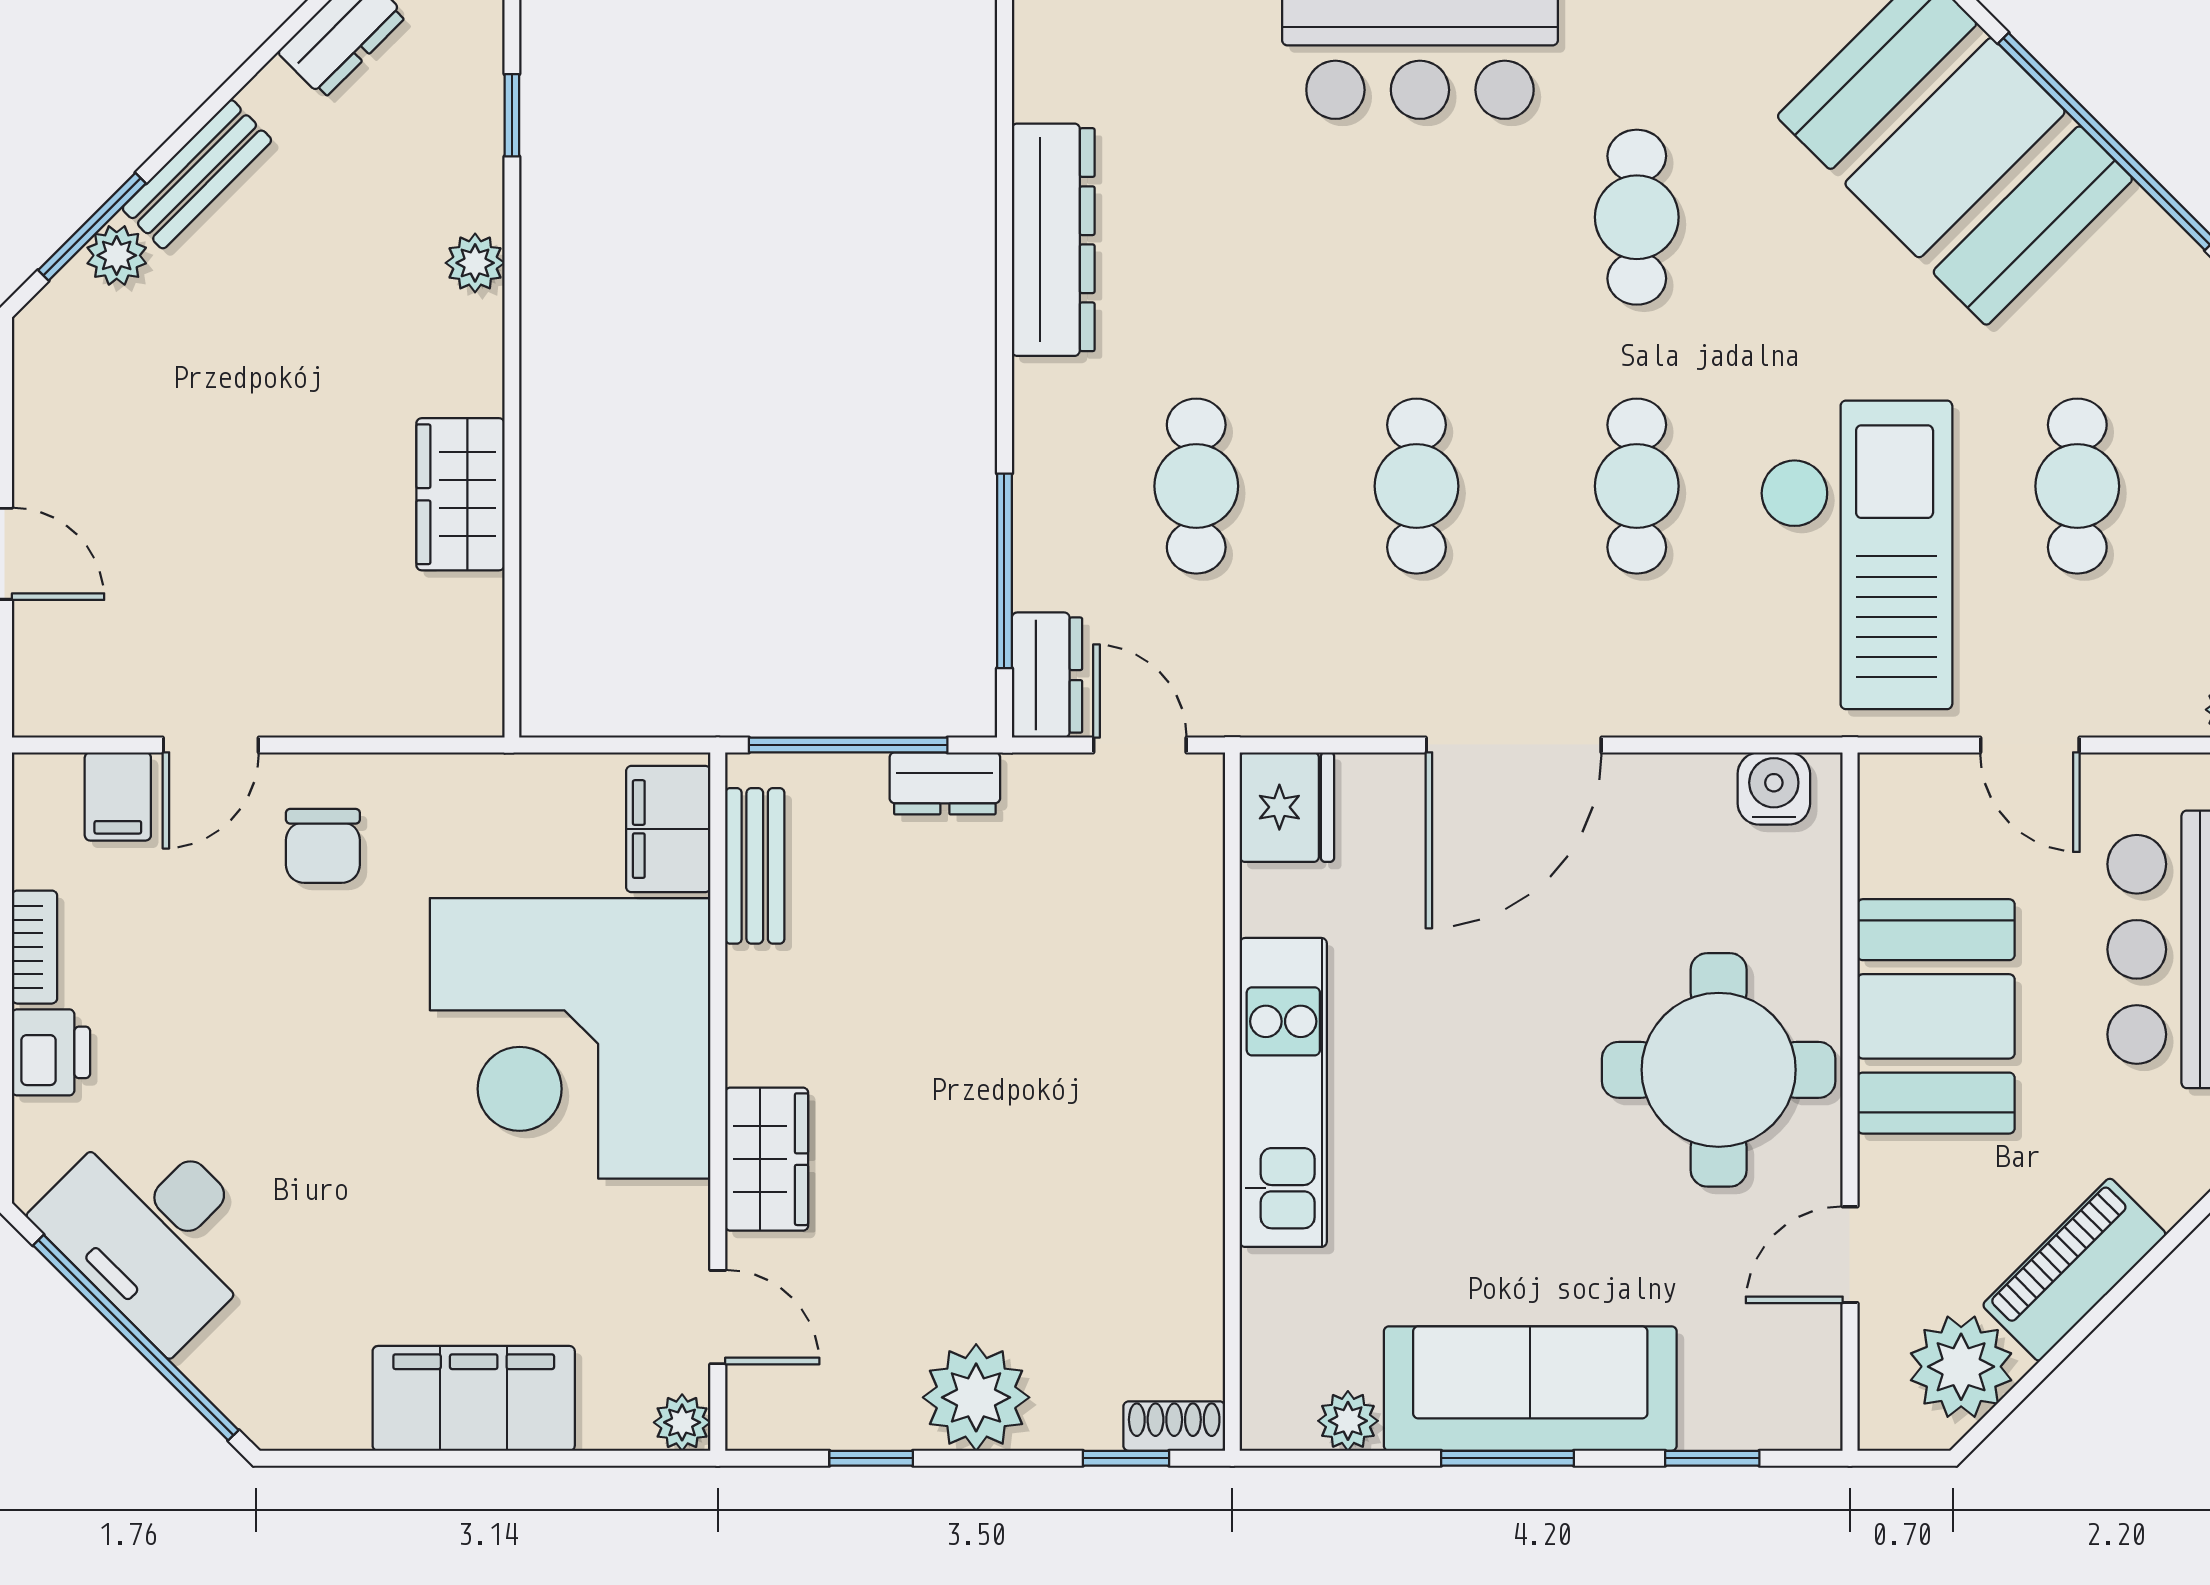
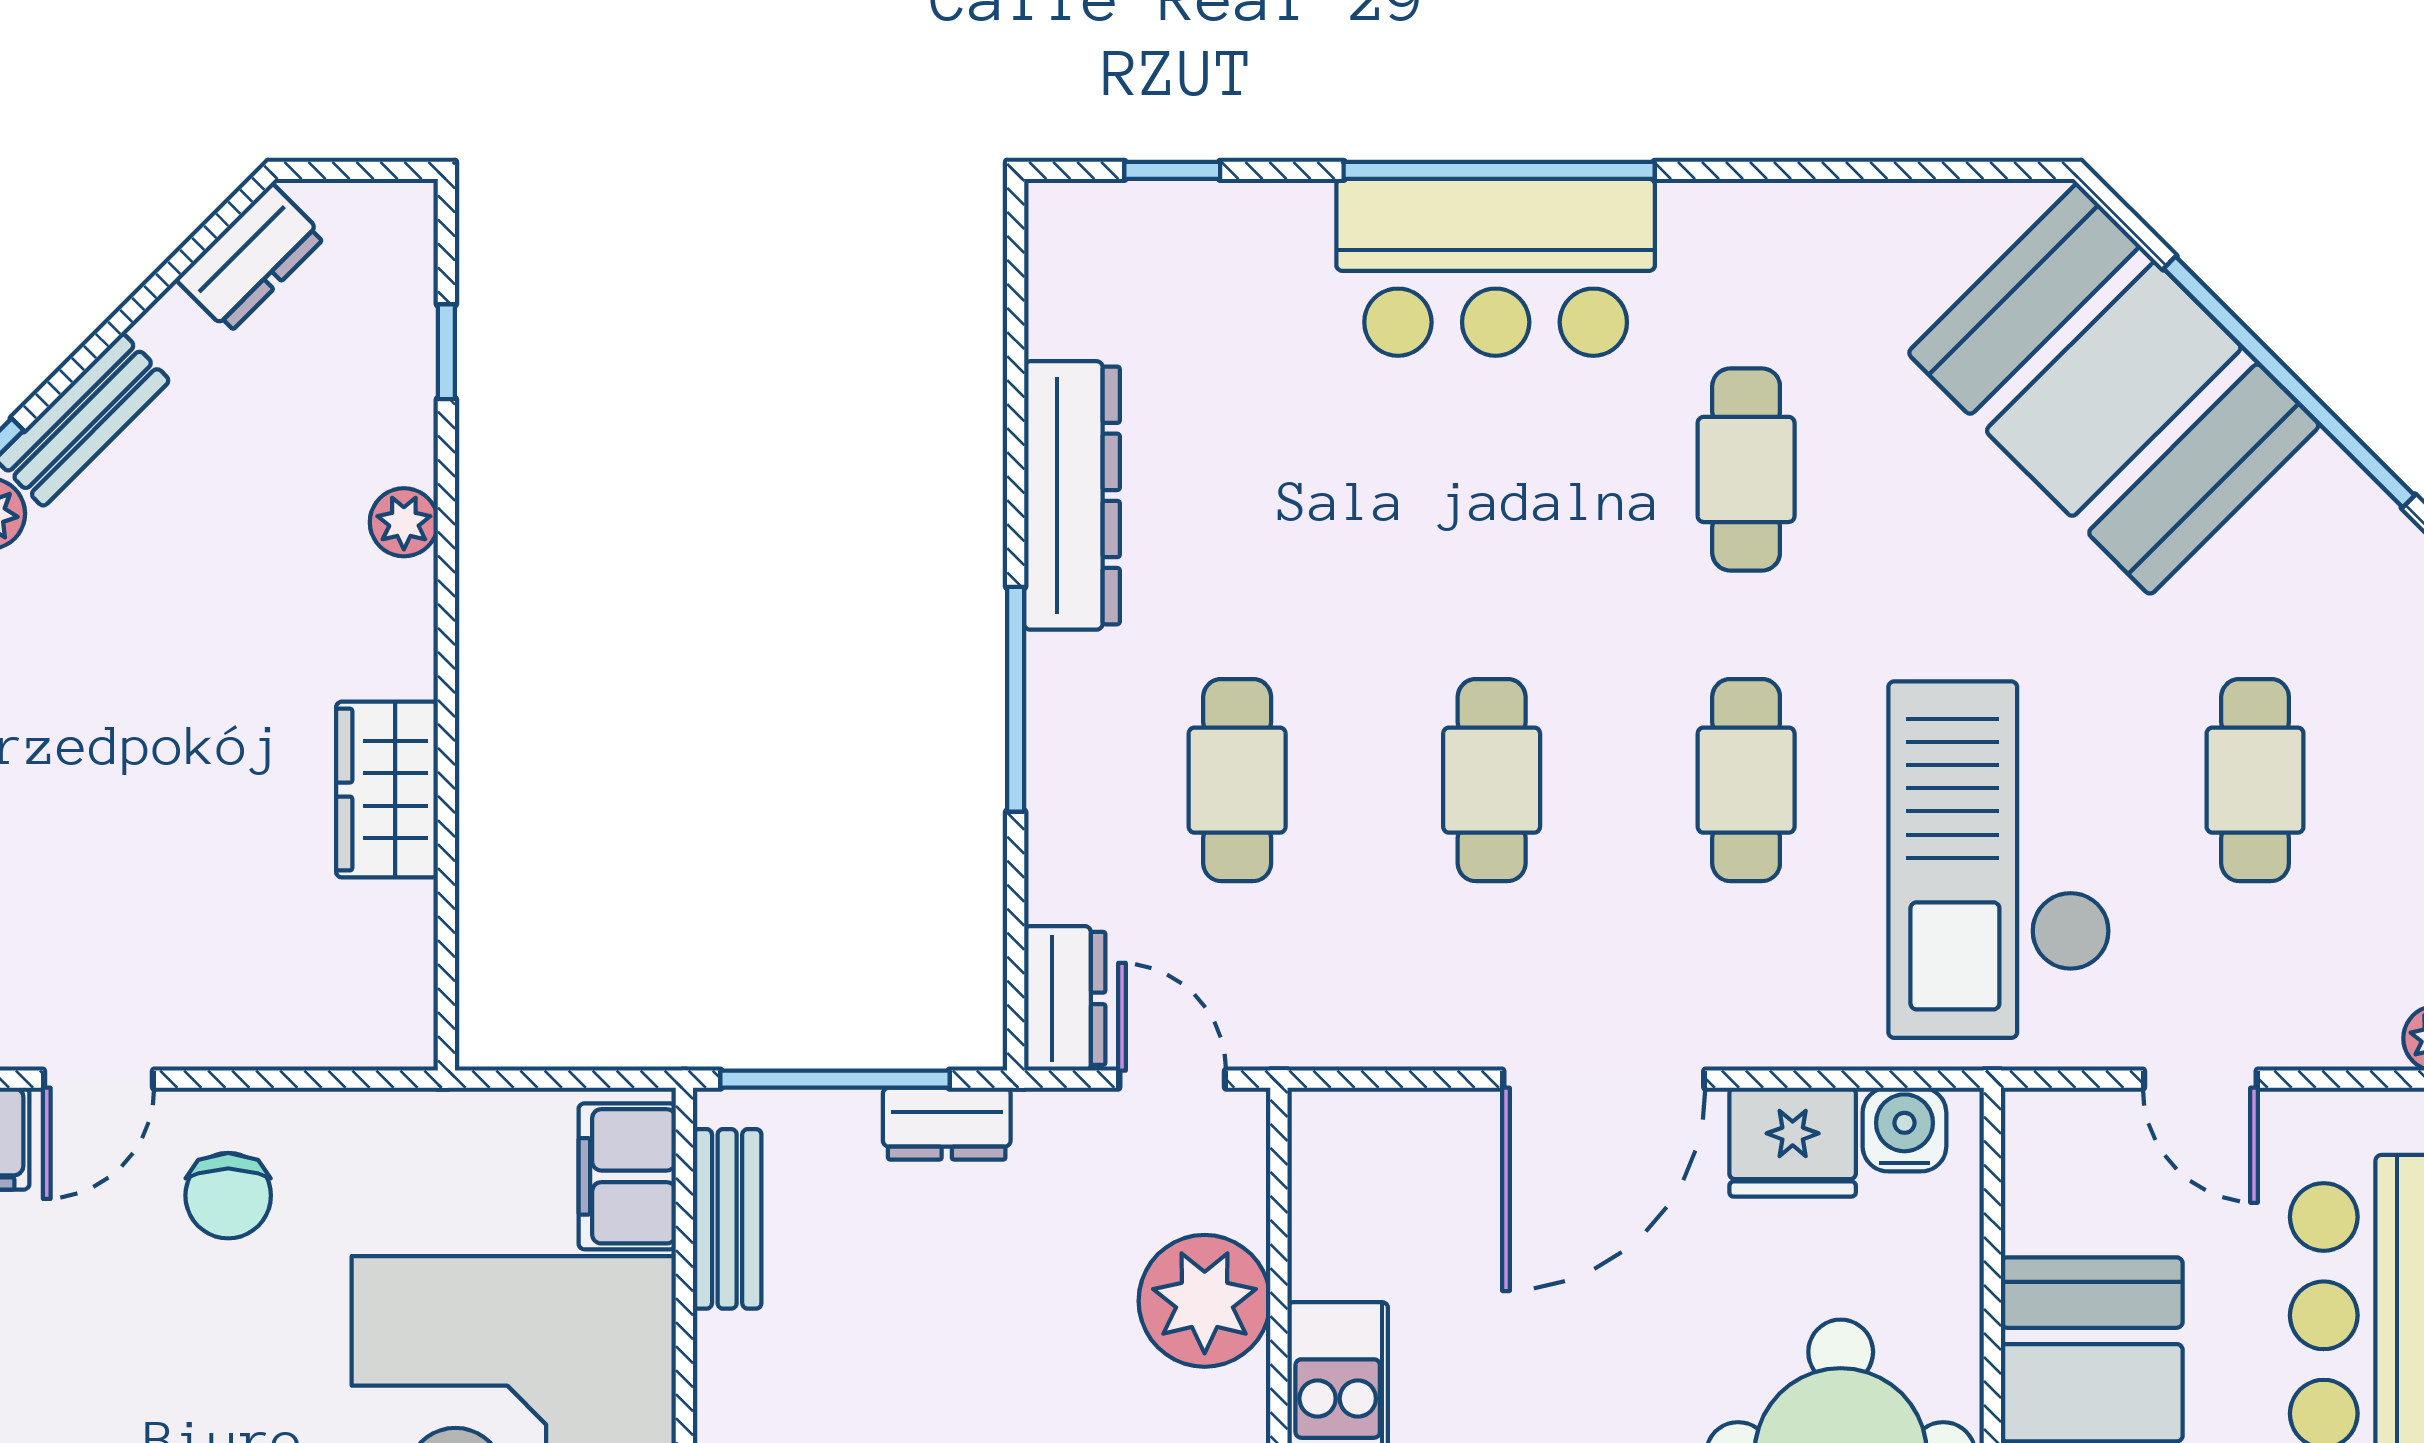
checkout: (1856, 555) -> (1999, 860), turned 180
window: (1004, 571) -> (1016, 699), moved
fridge: (1287, 807) -> (1793, 1142), moved, turned 90
plant: (1168, 937) -> (1205, 1301), added

